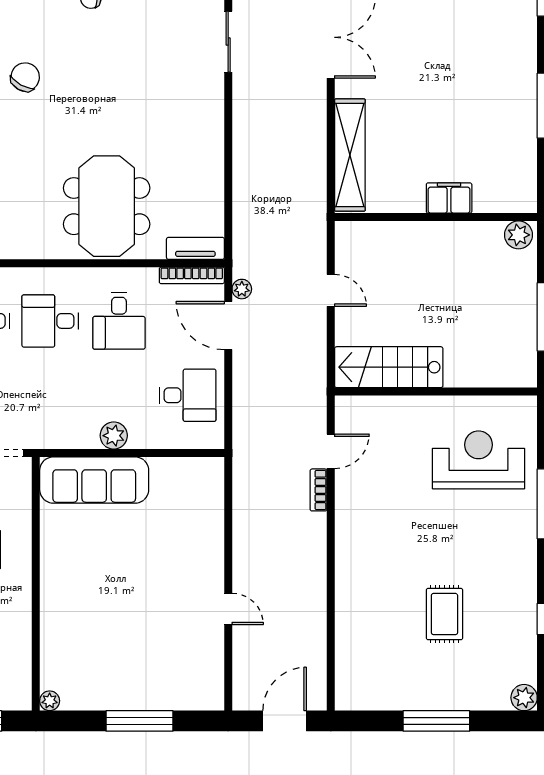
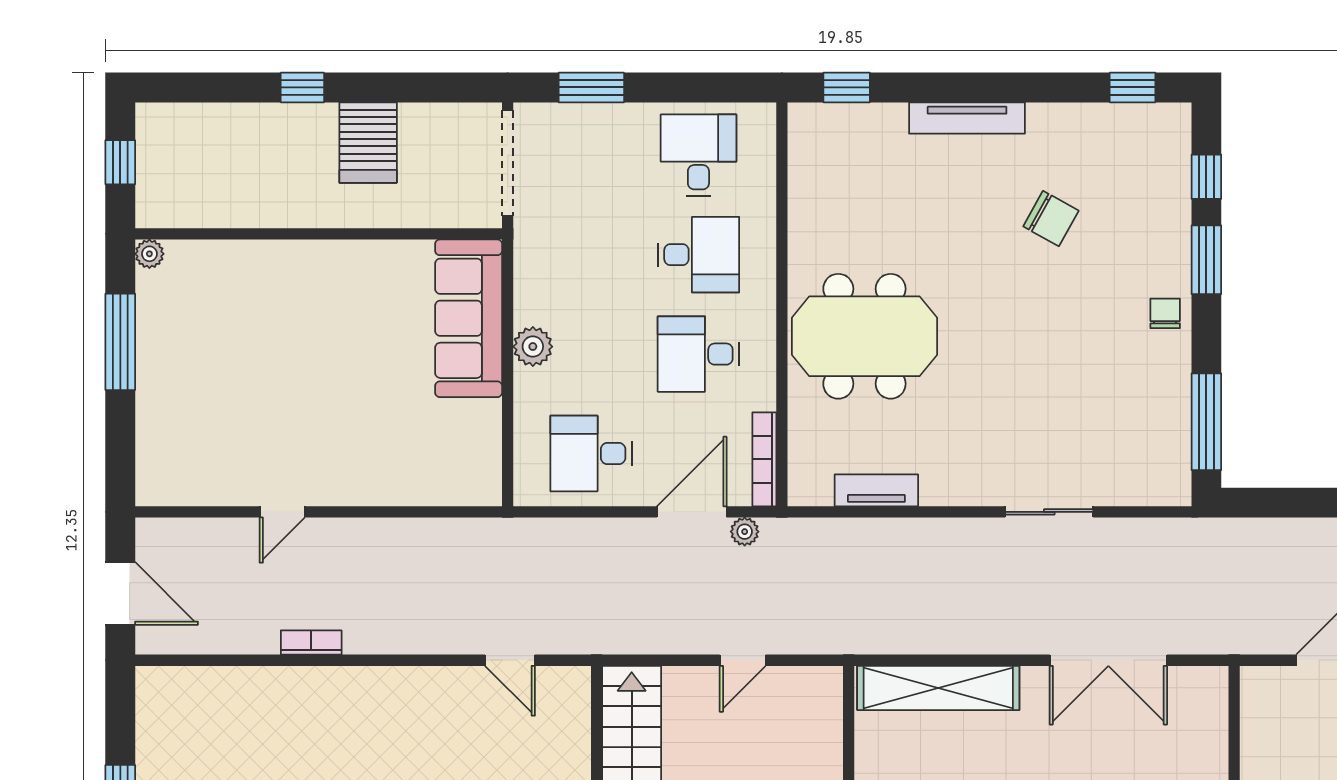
sliding door: (228, 42) -> (1049, 512), moved
tv unit: (195, 248) -> (876, 490), moved, turned -90
desk: (50, 321) -> (698, 255), turned 90
desk: (188, 395) -> (591, 454), turned 90
bookcase: (318, 490) -> (311, 642), moved
window: (140, 721) -> (120, 342), moved

